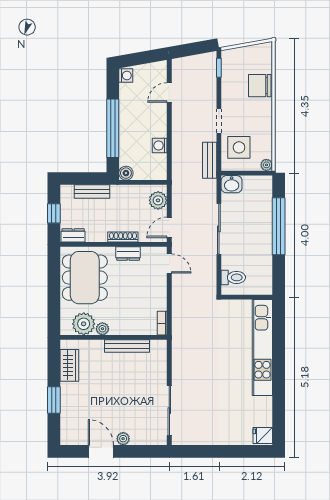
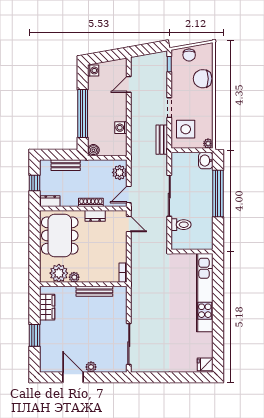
chair: (243, 56) -> (189, 55), added
washbasin: (232, 184) -> (206, 161), moved, turned 90
toilet: (233, 277) -> (181, 225), moved

